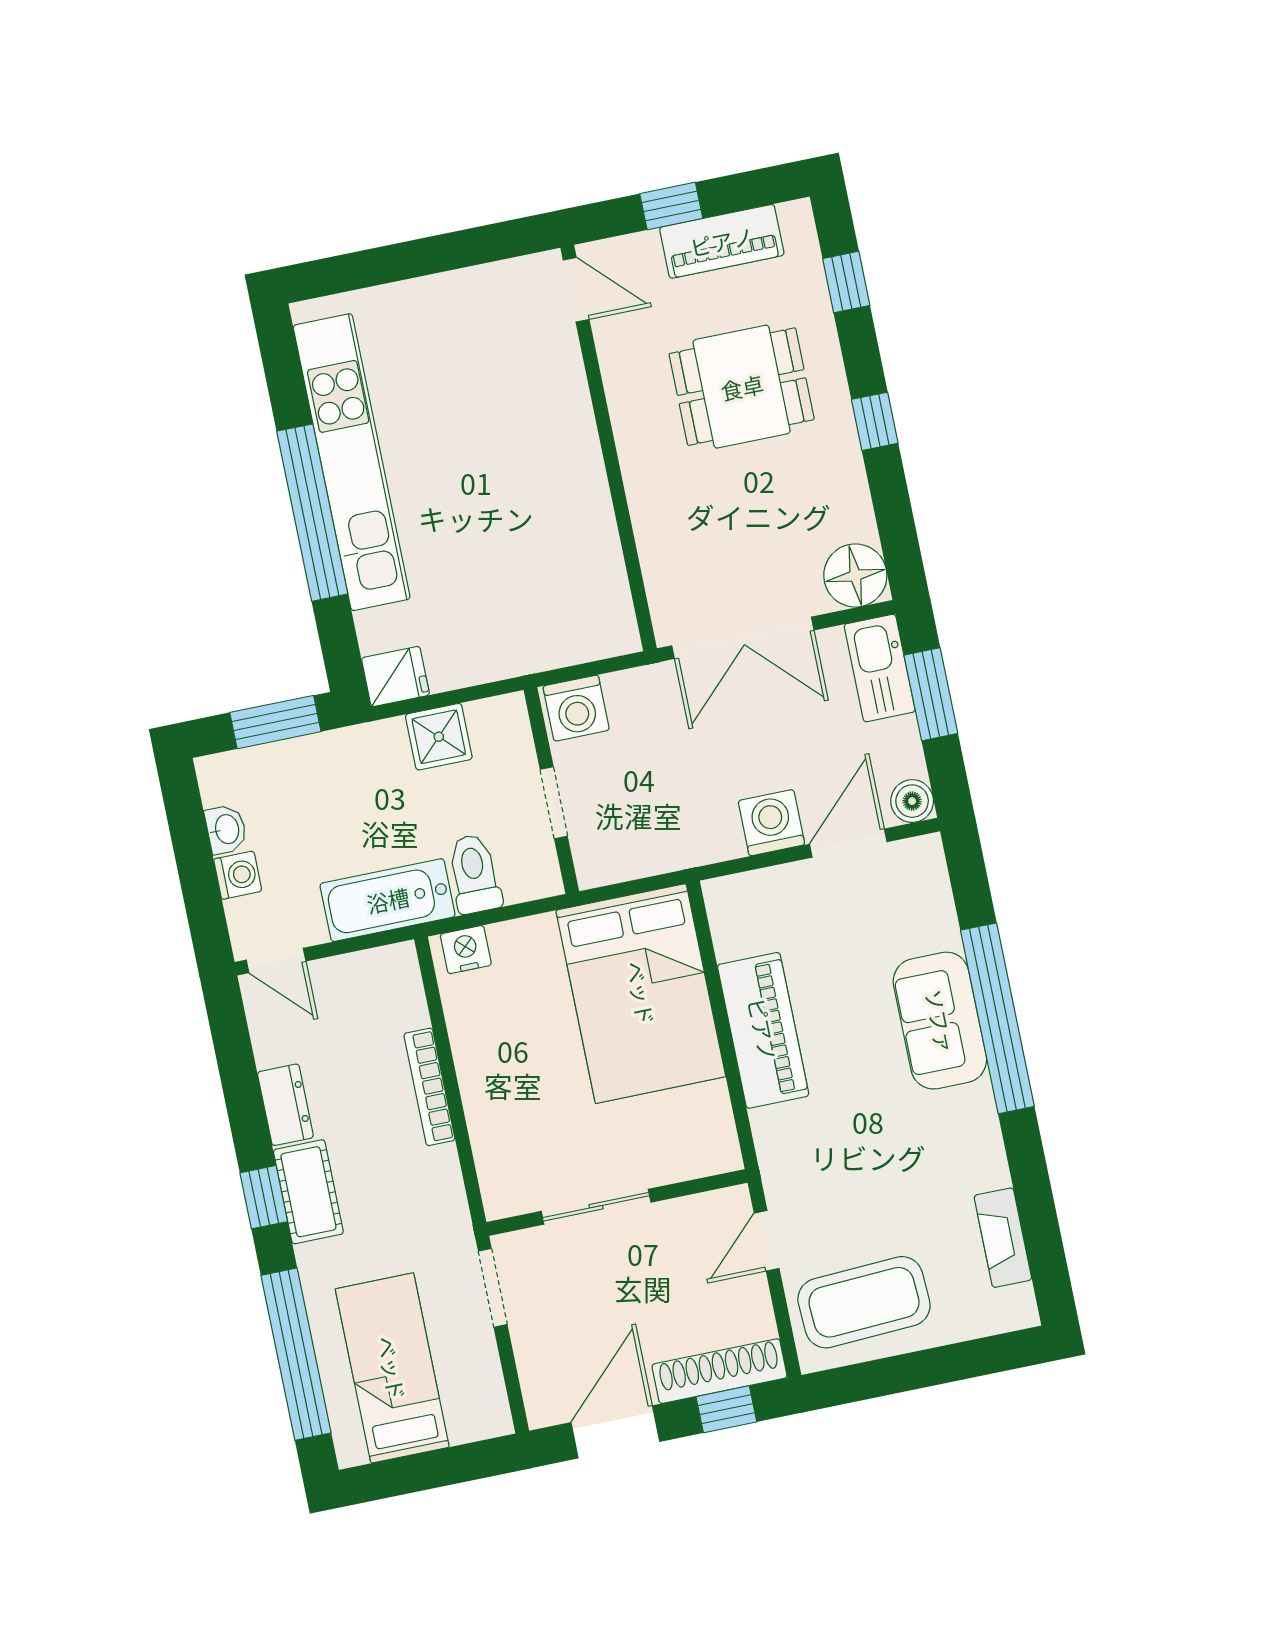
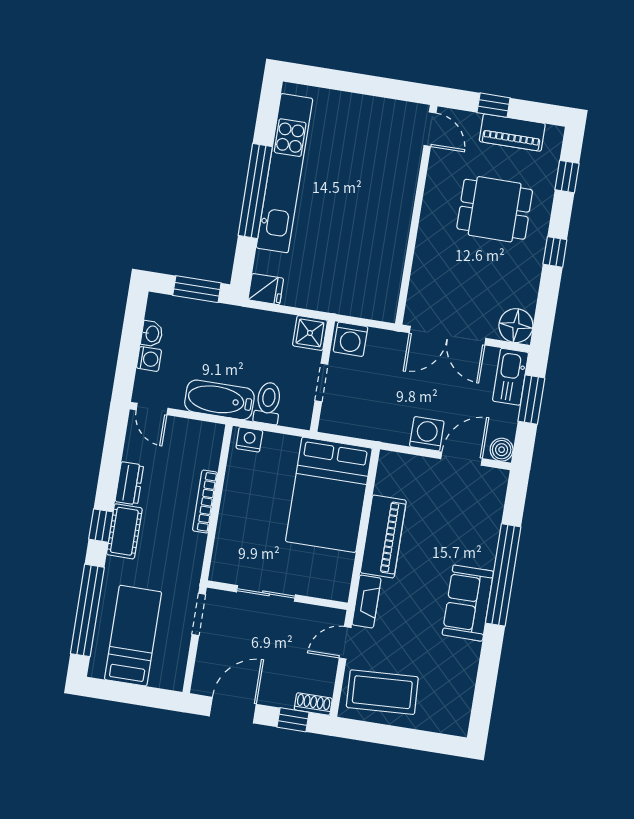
shower: (439, 737) -> (310, 333), moved
sofa: (940, 1021) -> (468, 603), moved
fireplace: (1003, 1238) -> (366, 601), moved, turned 180
shoe rack: (720, 1371) -> (313, 704), width x0.51, depth x0.81

